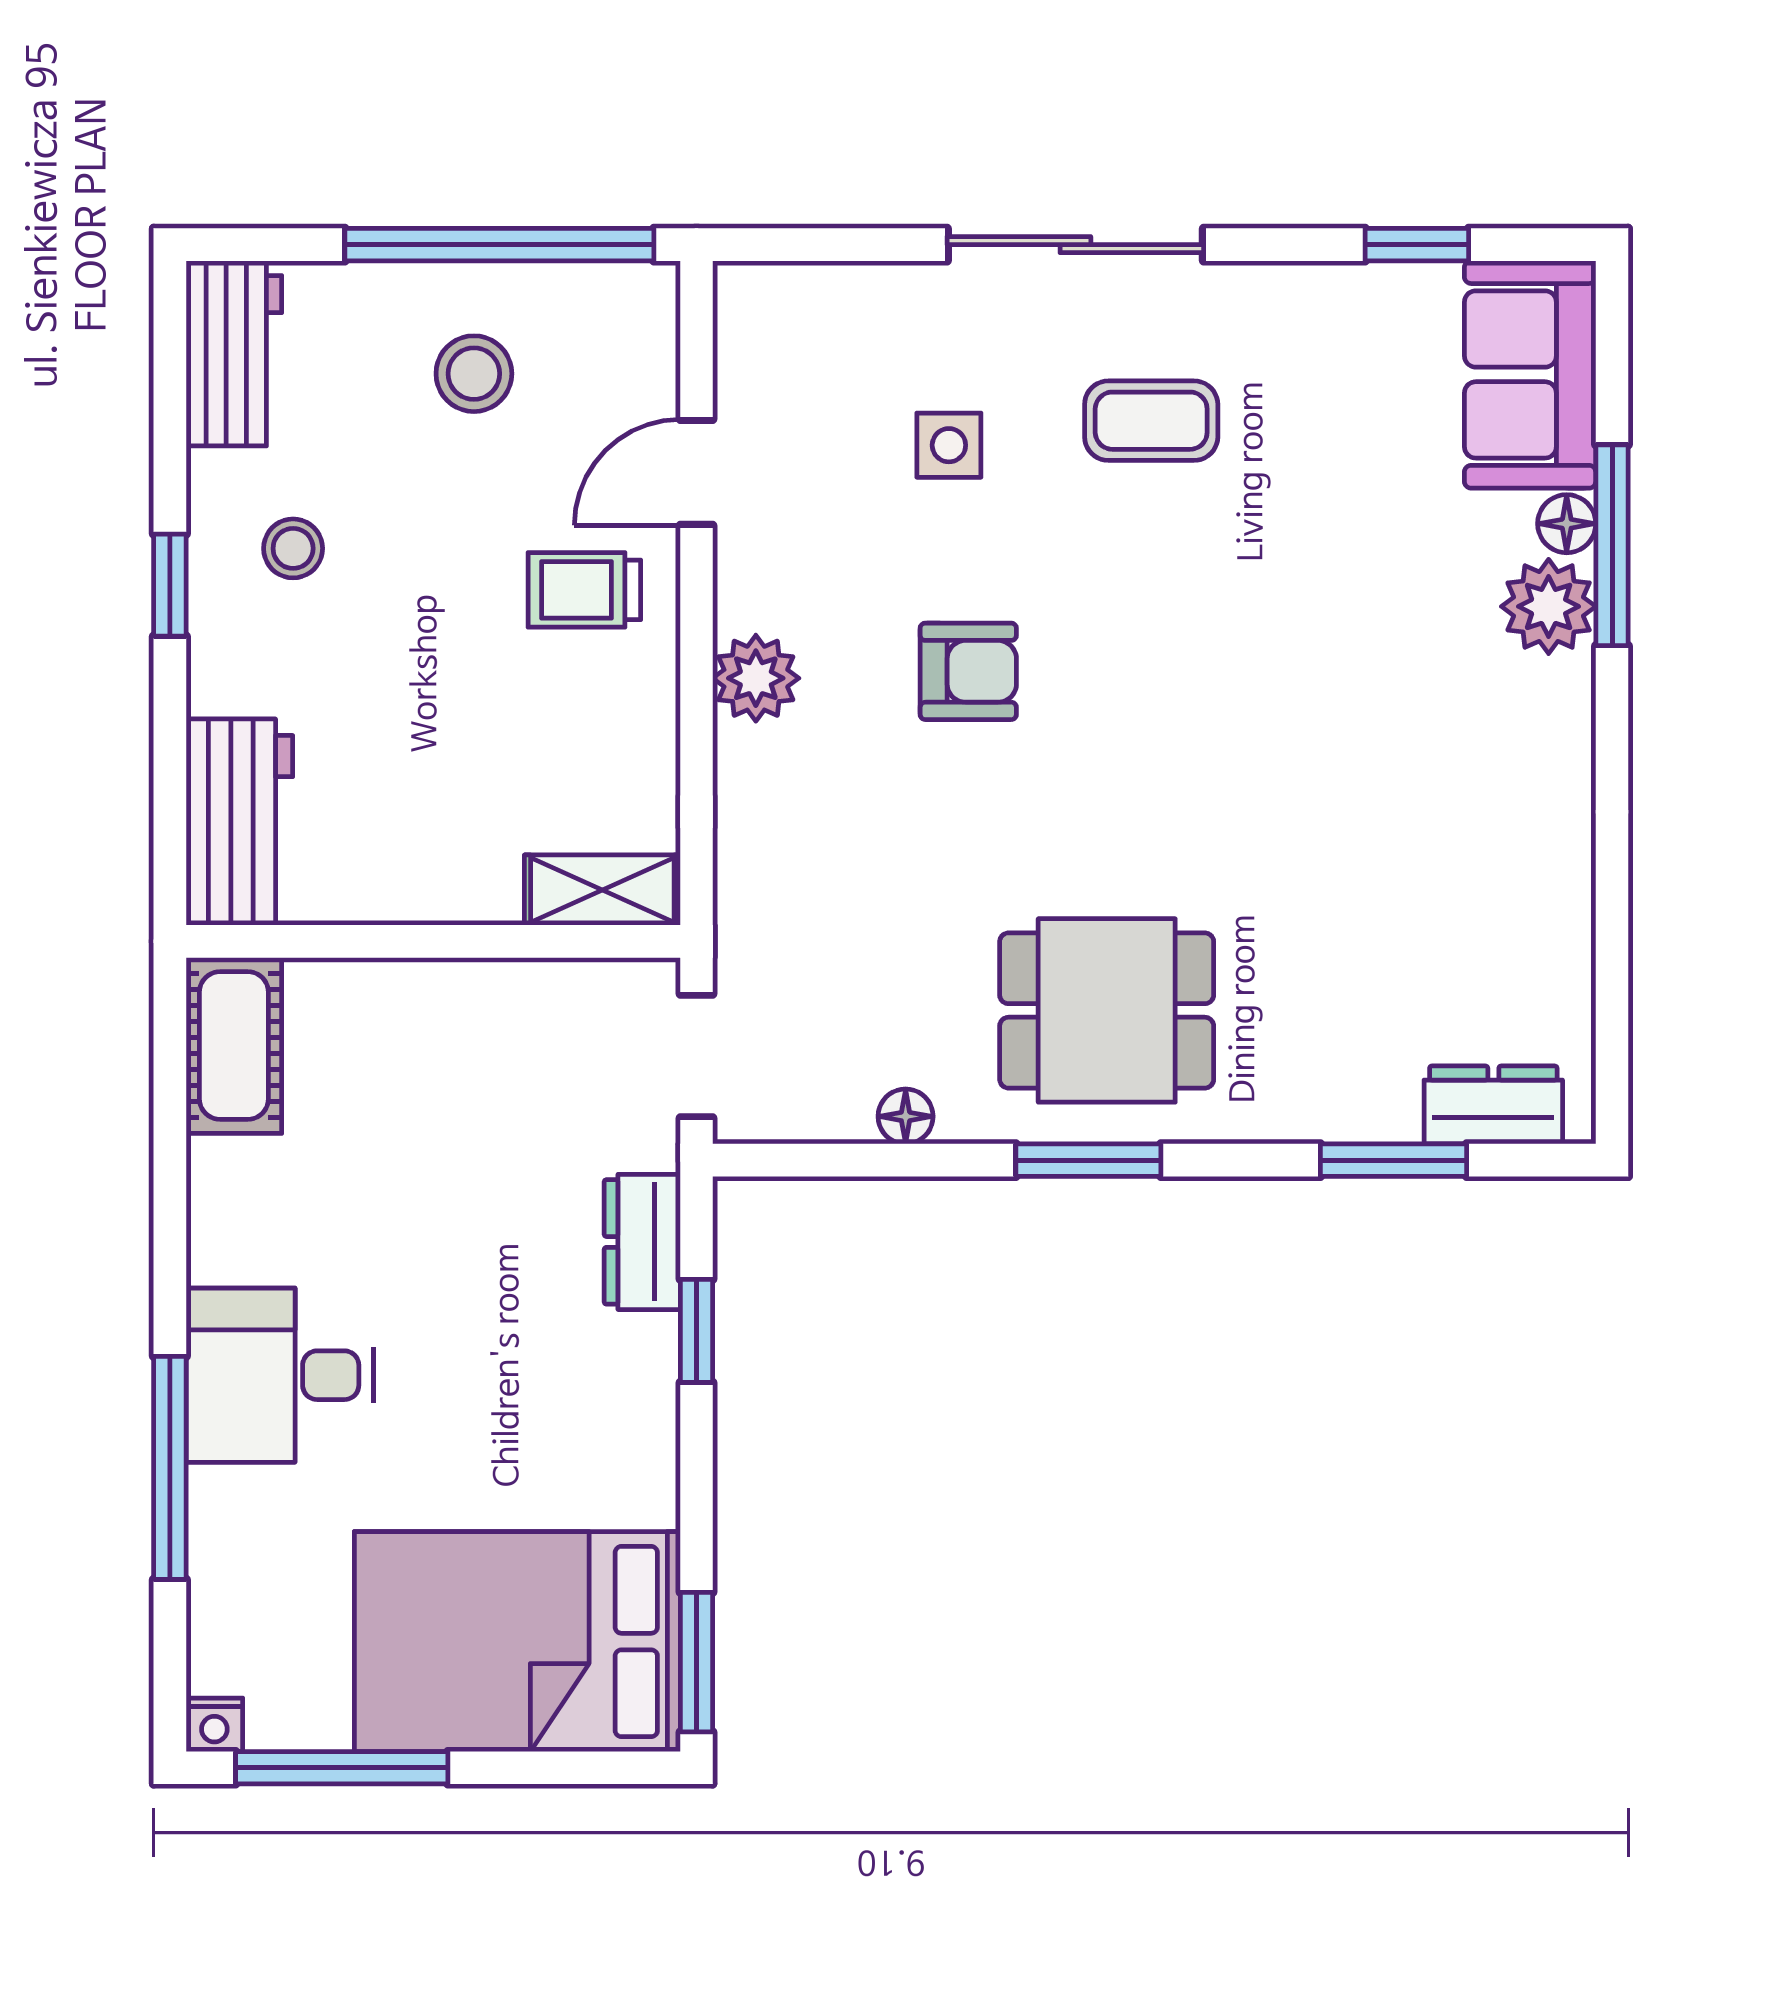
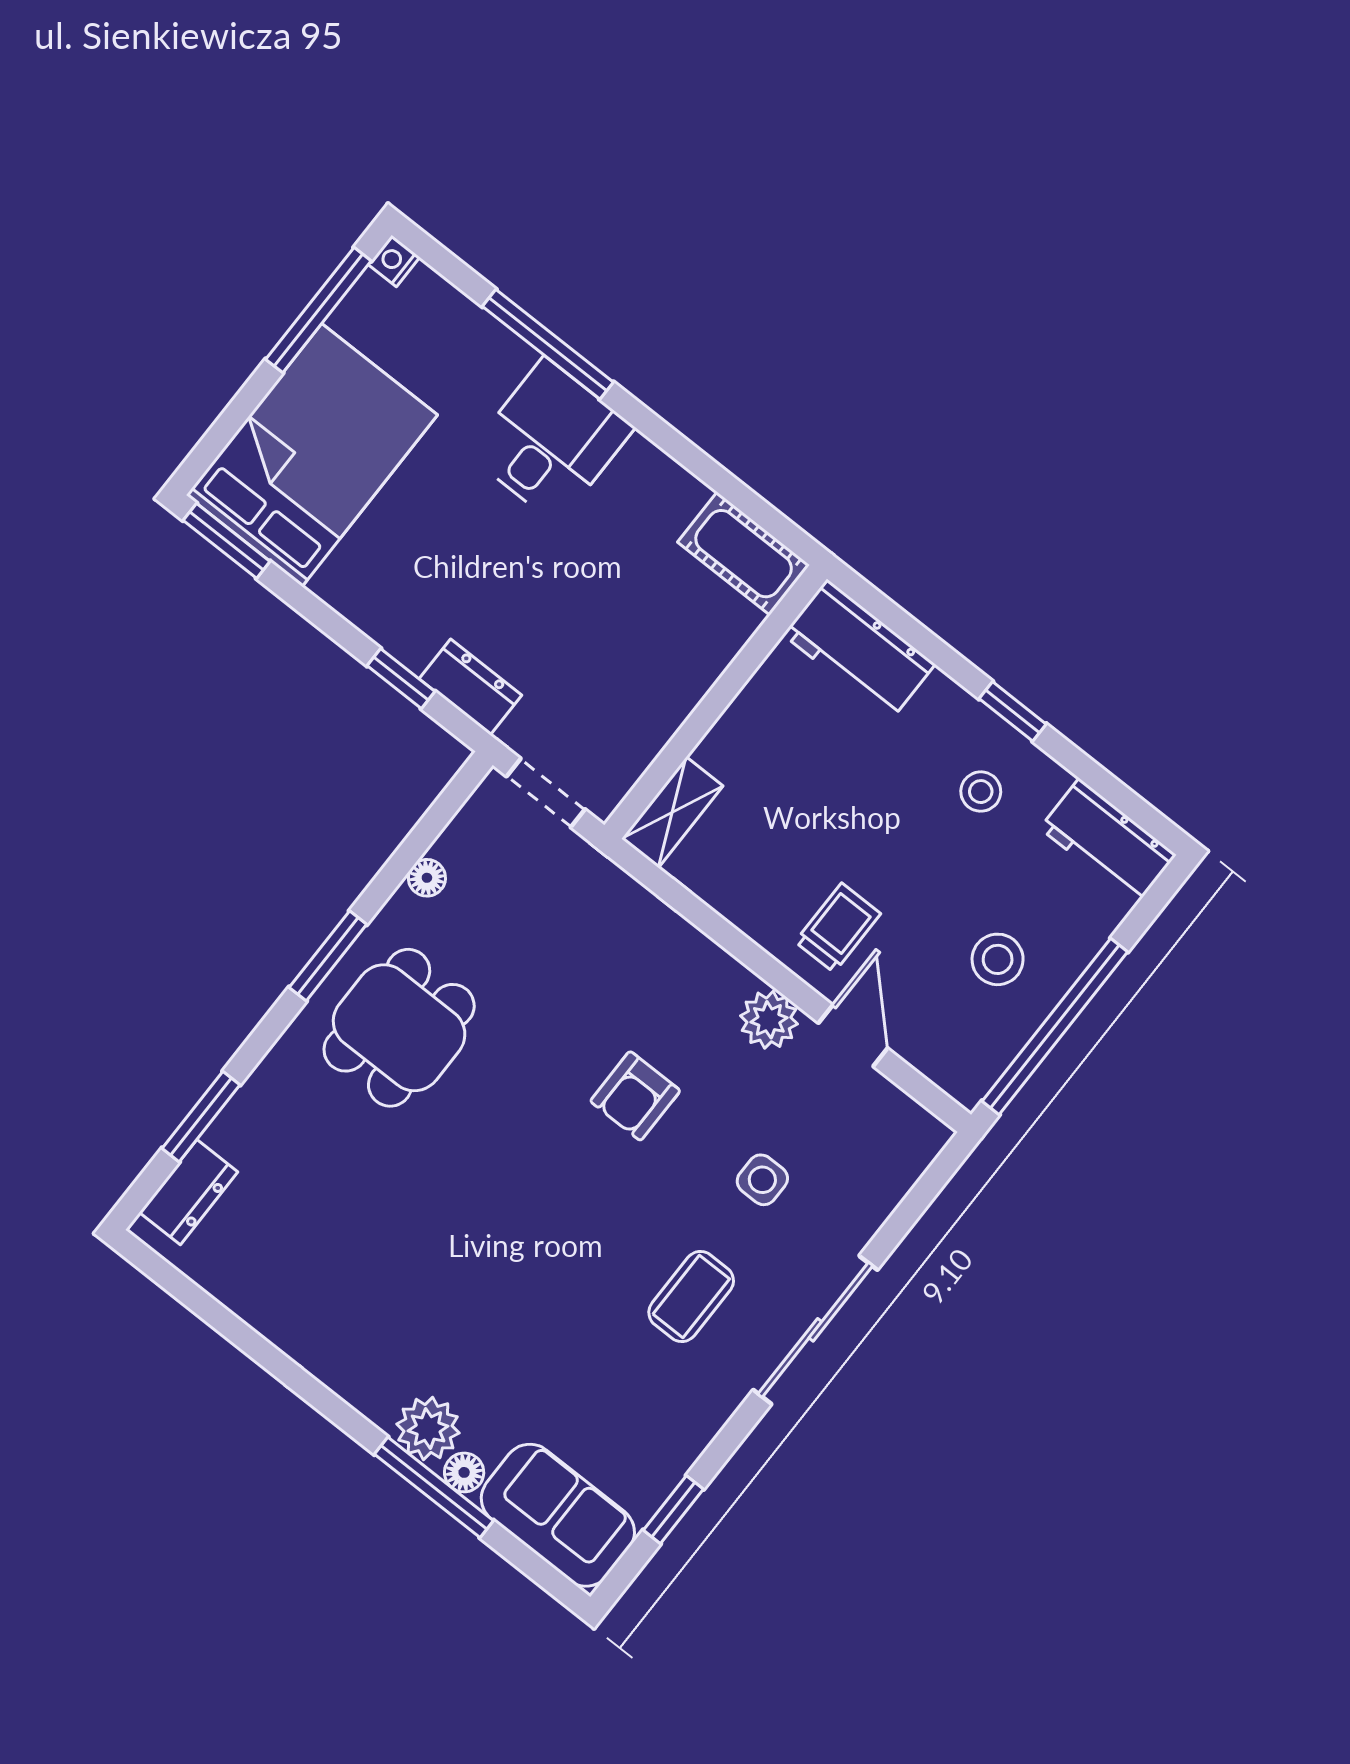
plant: (756, 678) -> (769, 1020), moved

